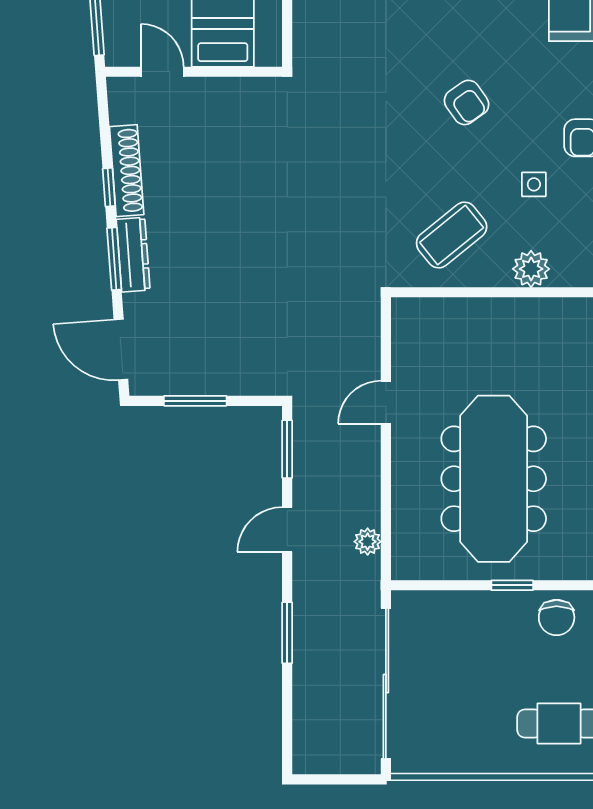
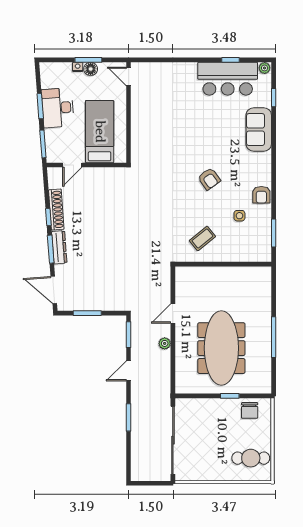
door: (162, 72) -> (72, 165), swing flipped
coffee table: (452, 235) -> (202, 238), width x0.73, depth x0.77
plant: (531, 269) -> (238, 254), removed
plant: (368, 542) -> (165, 343), moved

